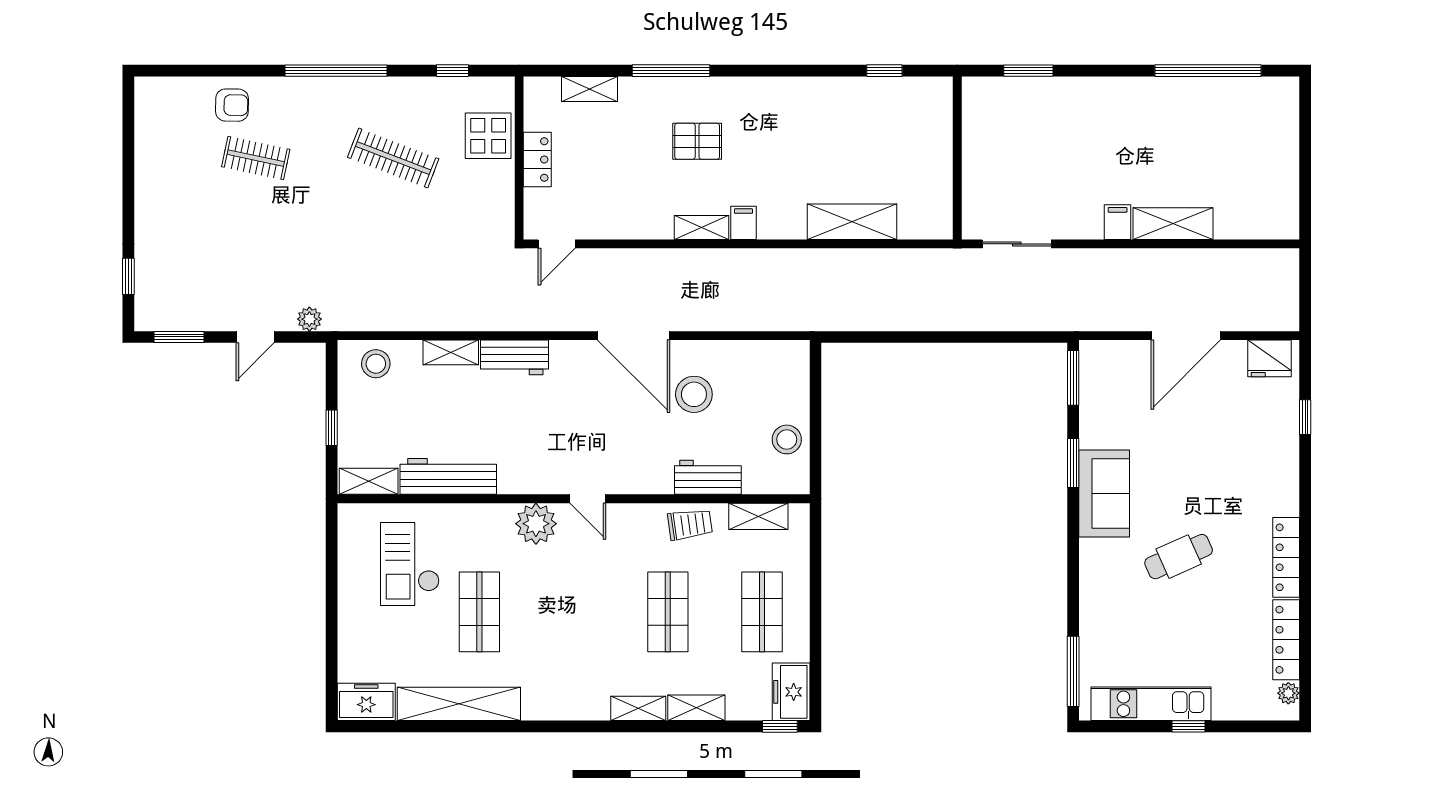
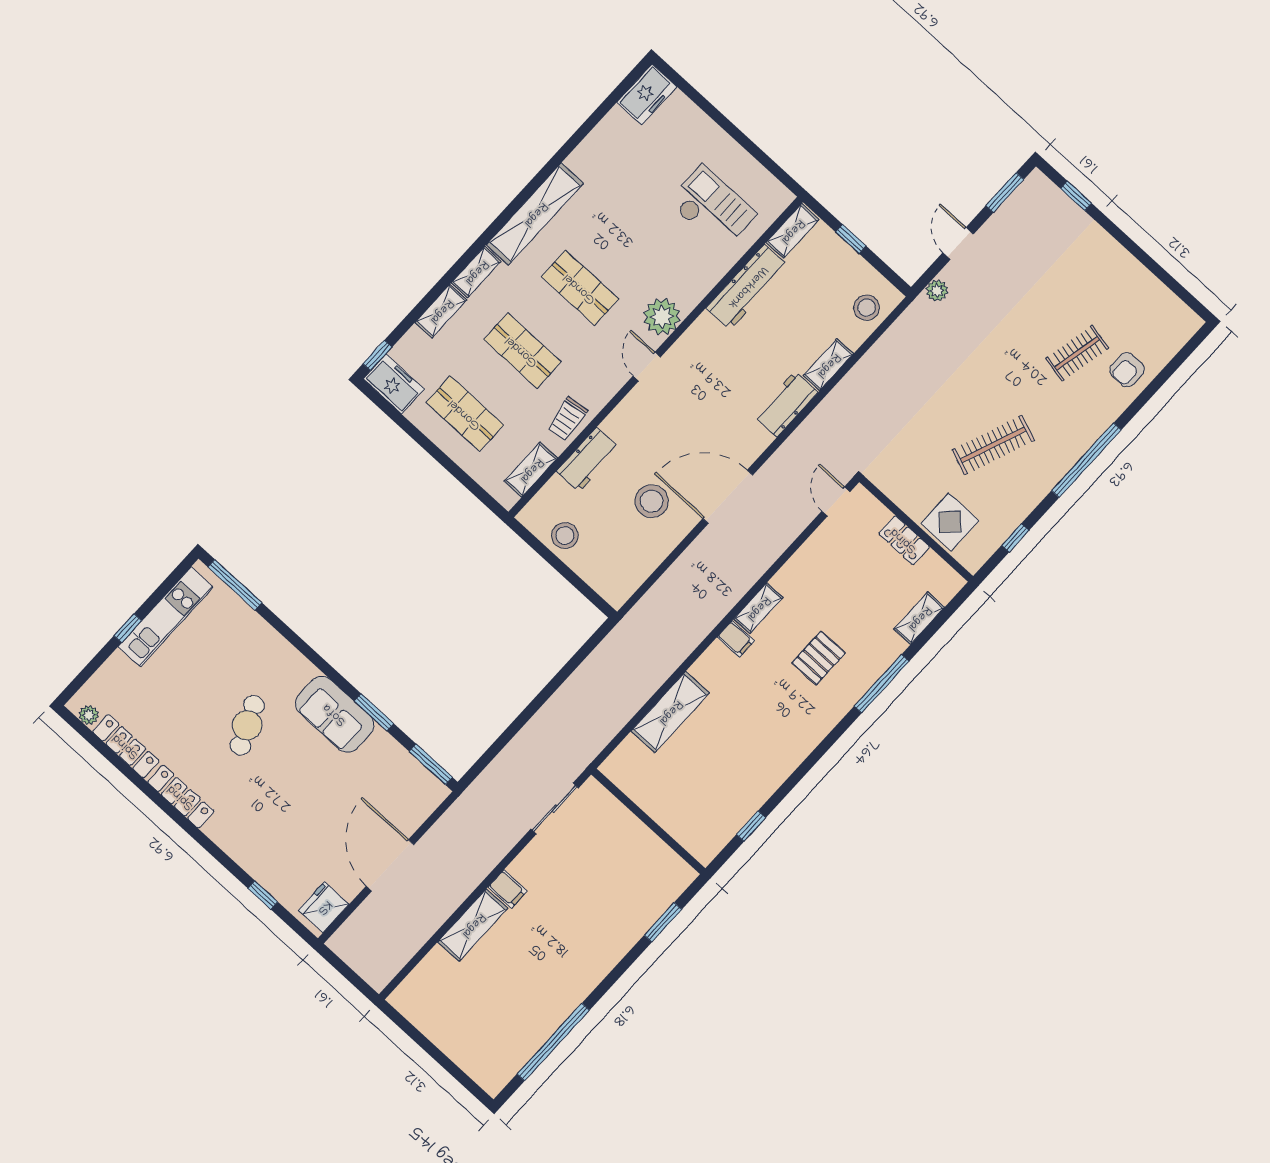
door: (588, 499) -> (647, 367), hinge flipped
shop shelf: (479, 612) -> (580, 288), moved
shelving: (459, 704) -> (535, 214), moved

